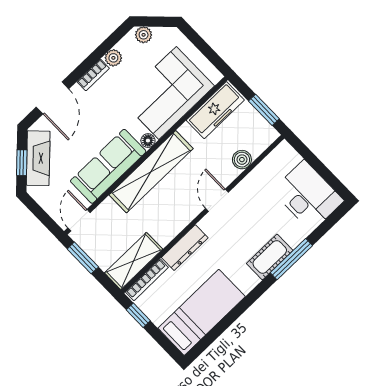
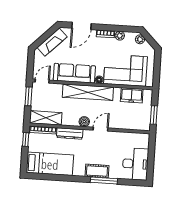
freezer: (215, 110) -> (132, 95), width x0.71
boiler: (242, 160) -> (84, 122), moved
window: (22, 163) -> (44, 37), removed

